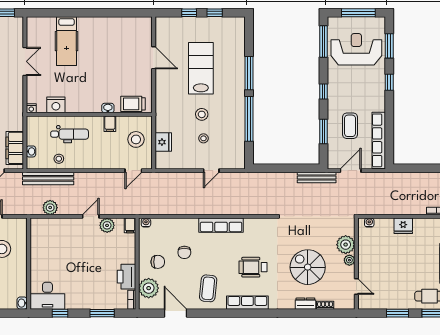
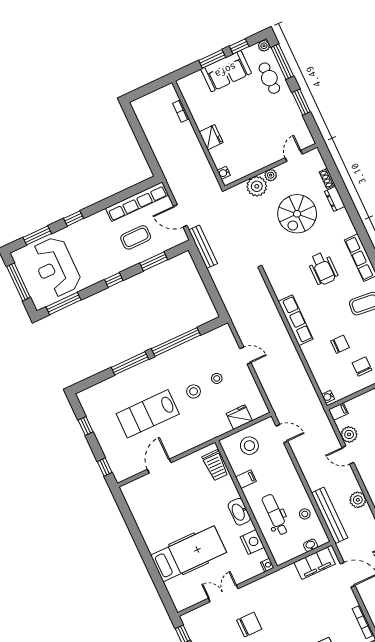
window: (189, 13) -> (105, 467), moved
hospital bed: (67, 41) -> (189, 554), width x1.37, depth x1.29
washbasin: (108, 108) -> (239, 512), moved, width x1.91, depth x1.45

